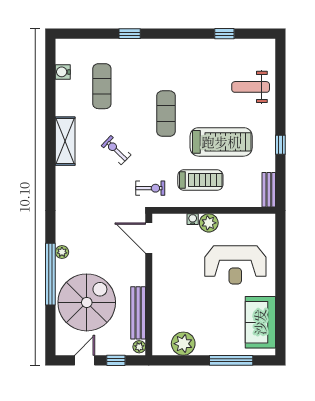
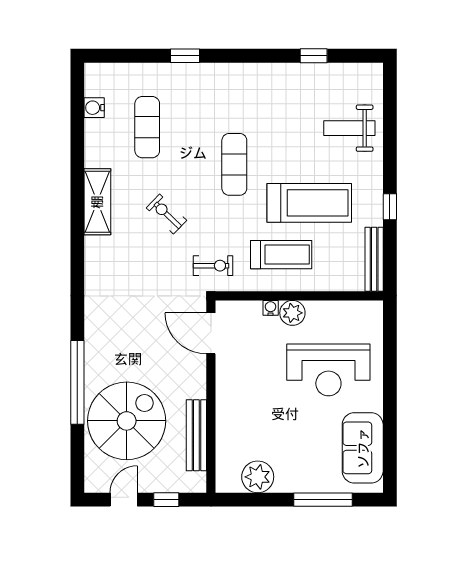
bench: (269, 190) -> (374, 259), width x1.36
plant: (62, 252) -> (93, 352), removed
plant: (139, 347) -> (198, 481), removed

